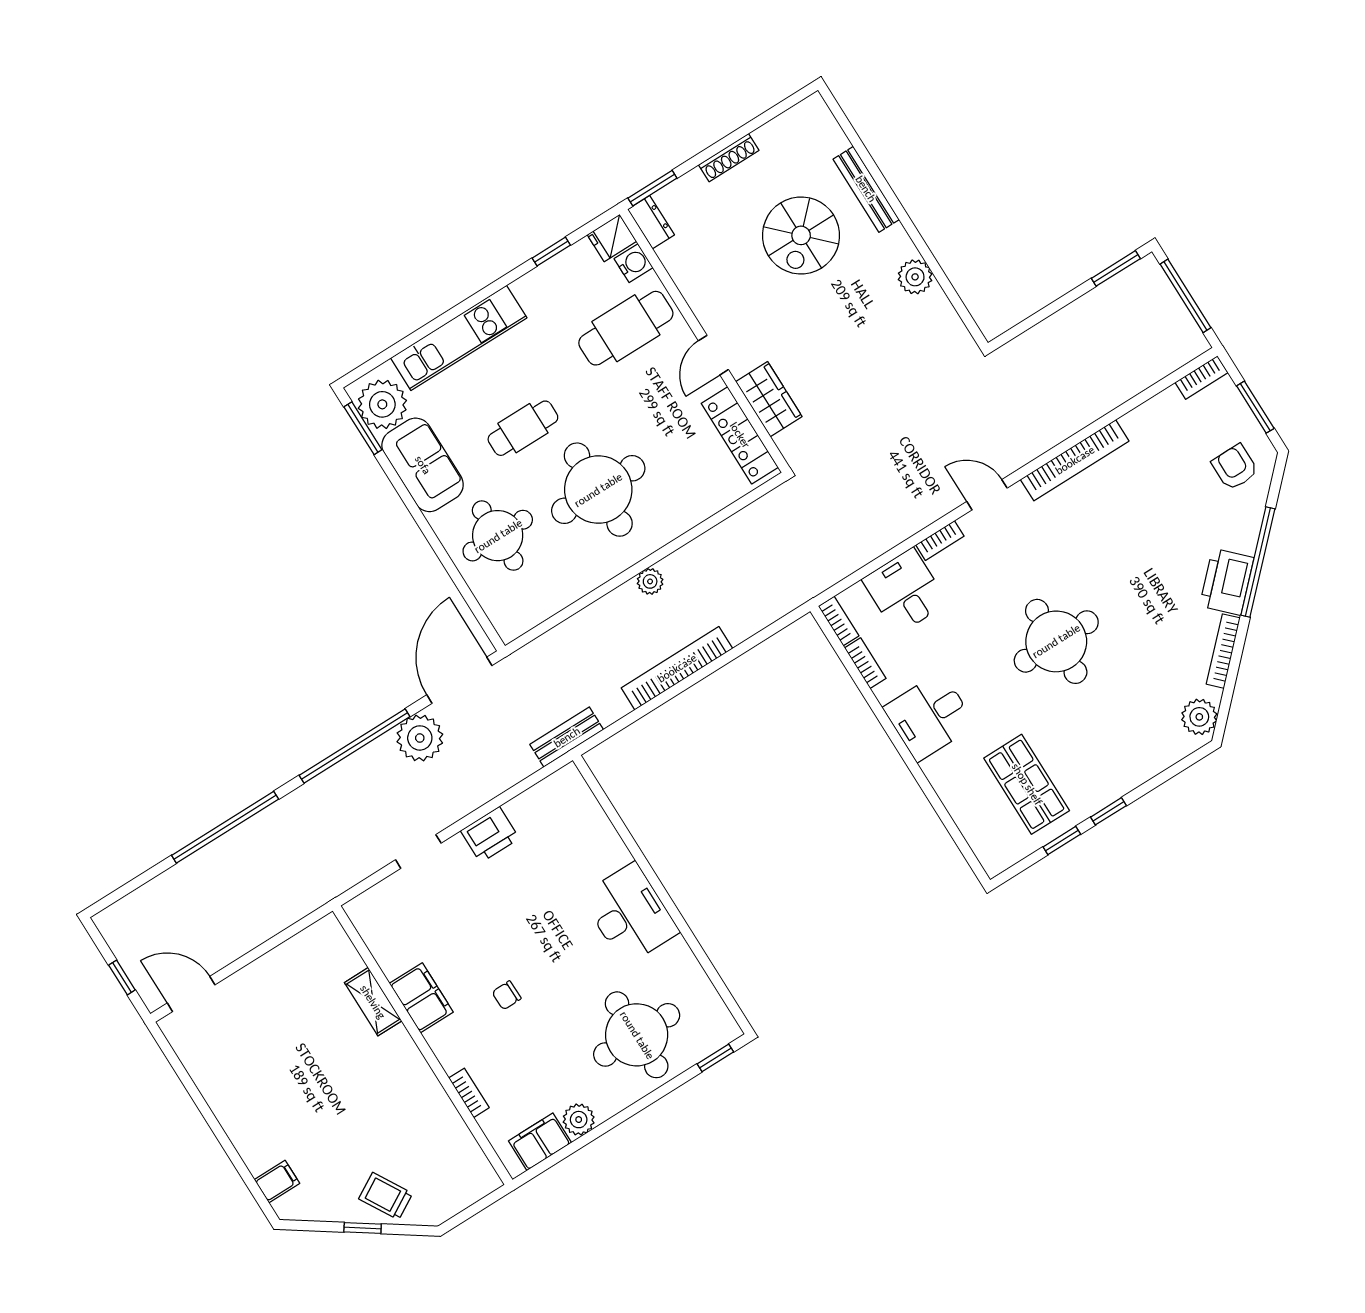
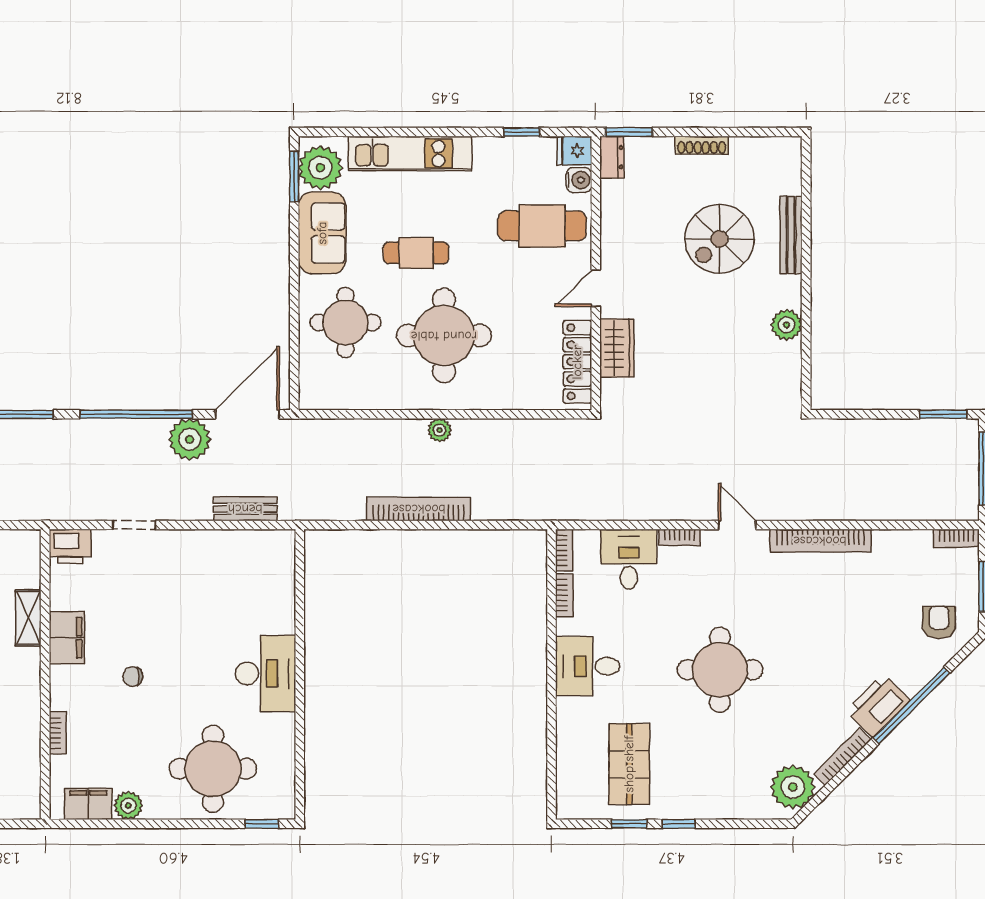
plant: (1199, 717) -> (793, 787), width x1.36, depth x1.36
bench: (567, 737) -> (245, 509), moved
printer: (490, 835) -> (70, 546), moved

